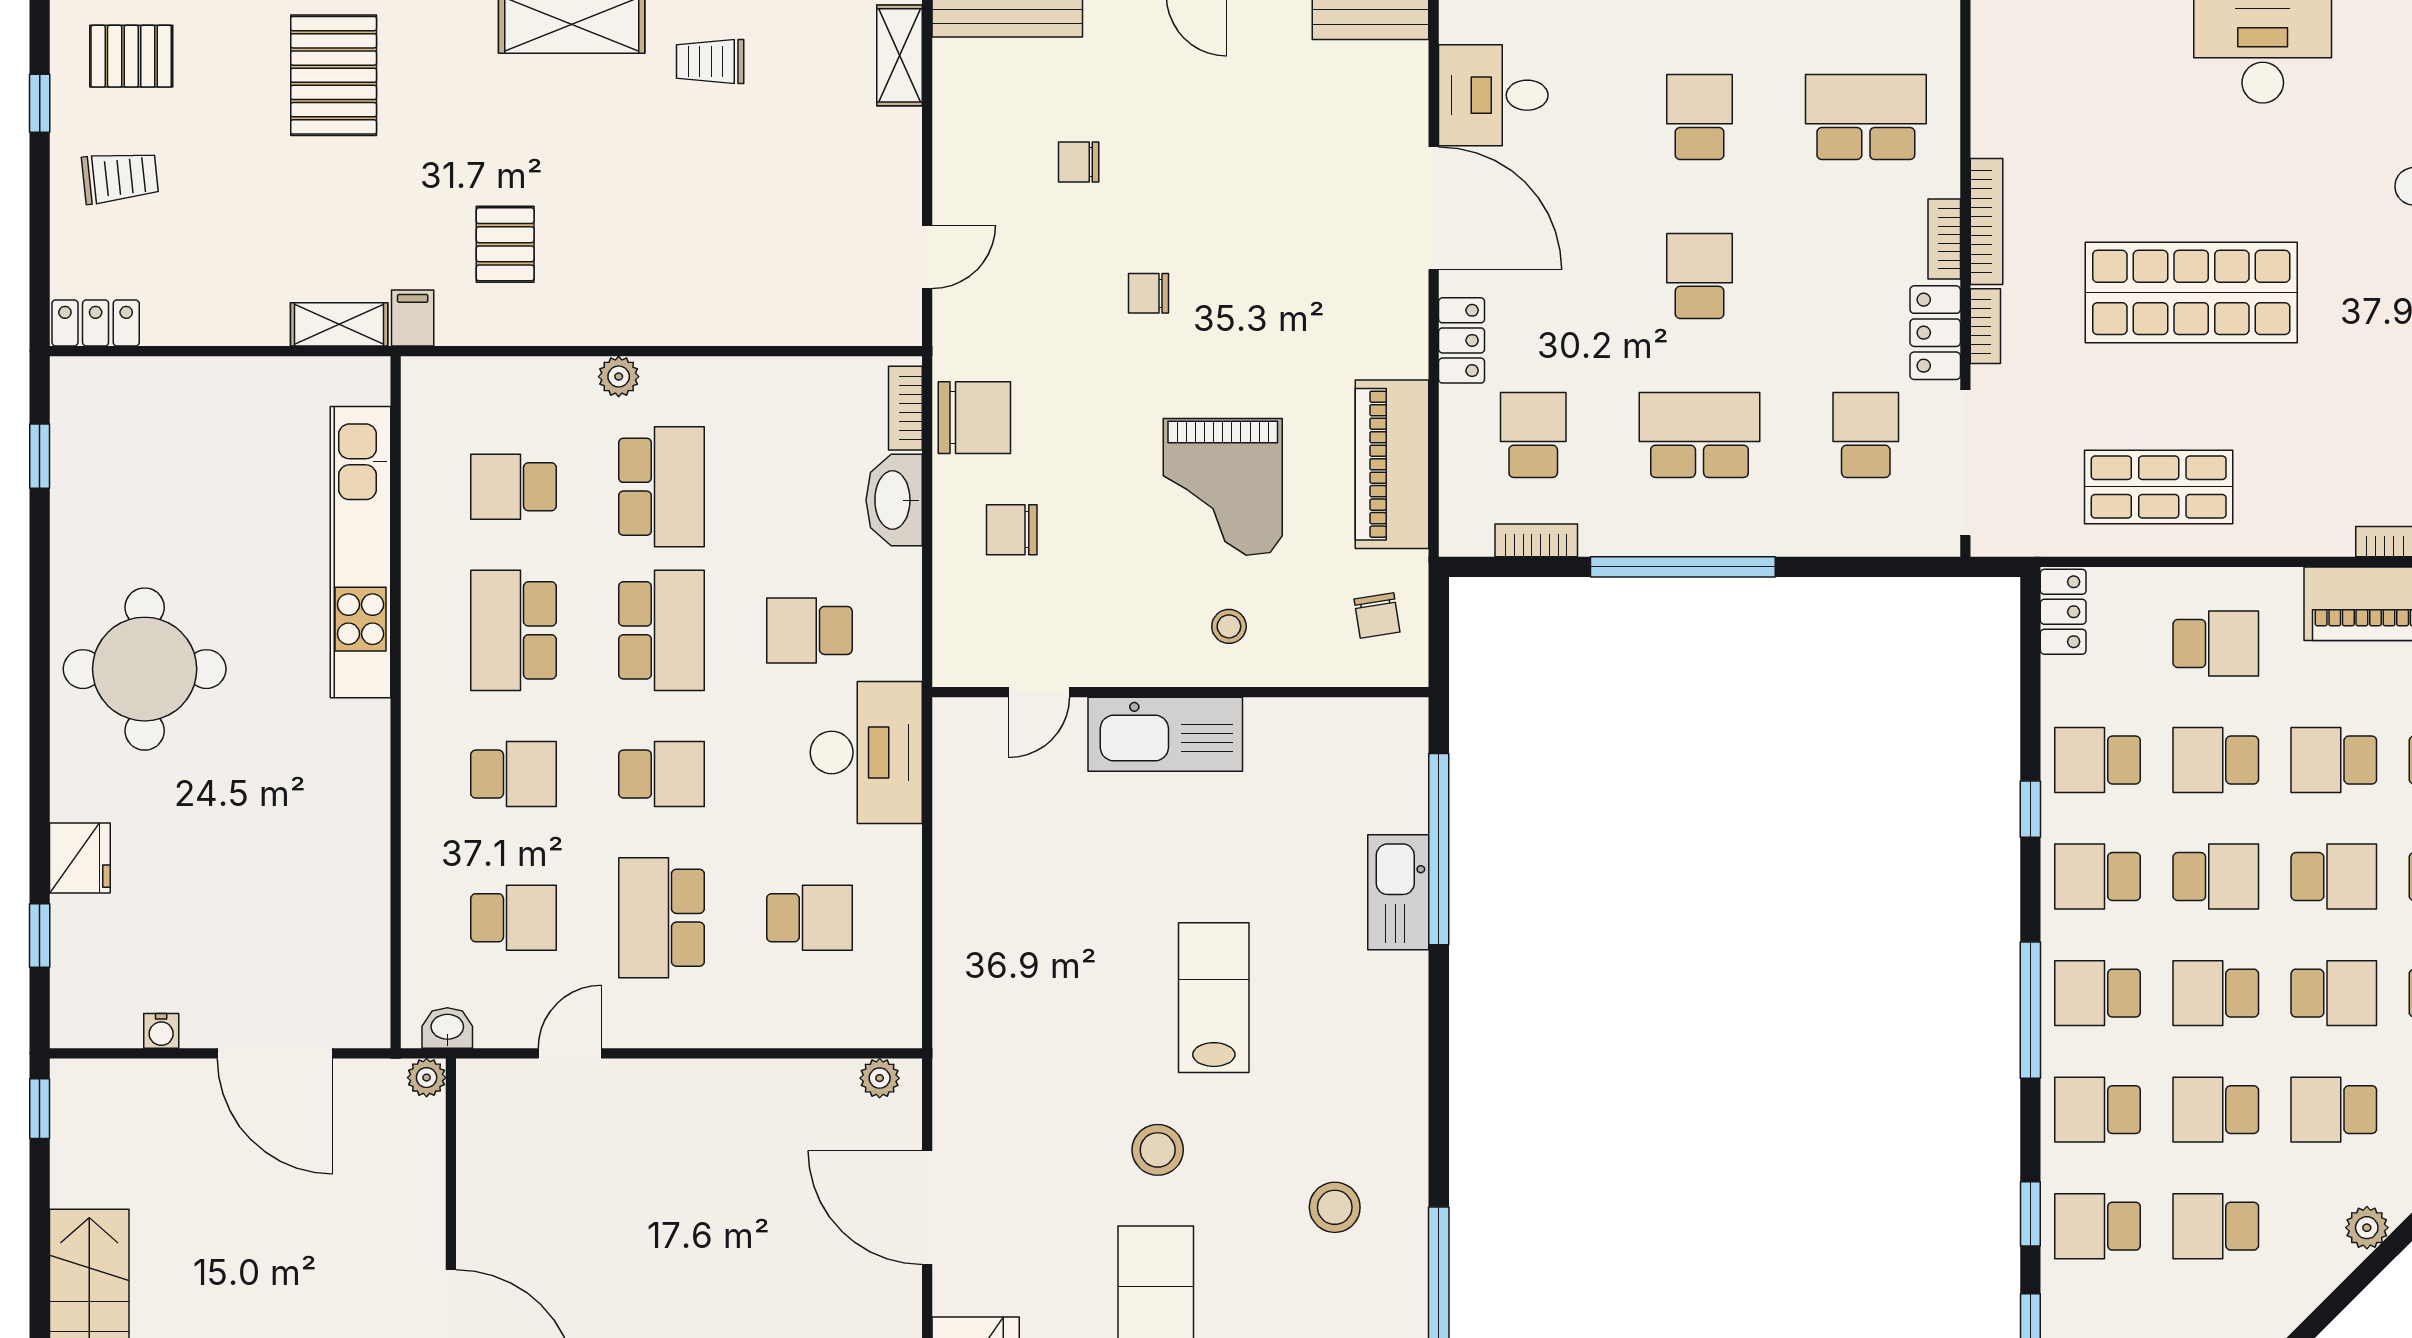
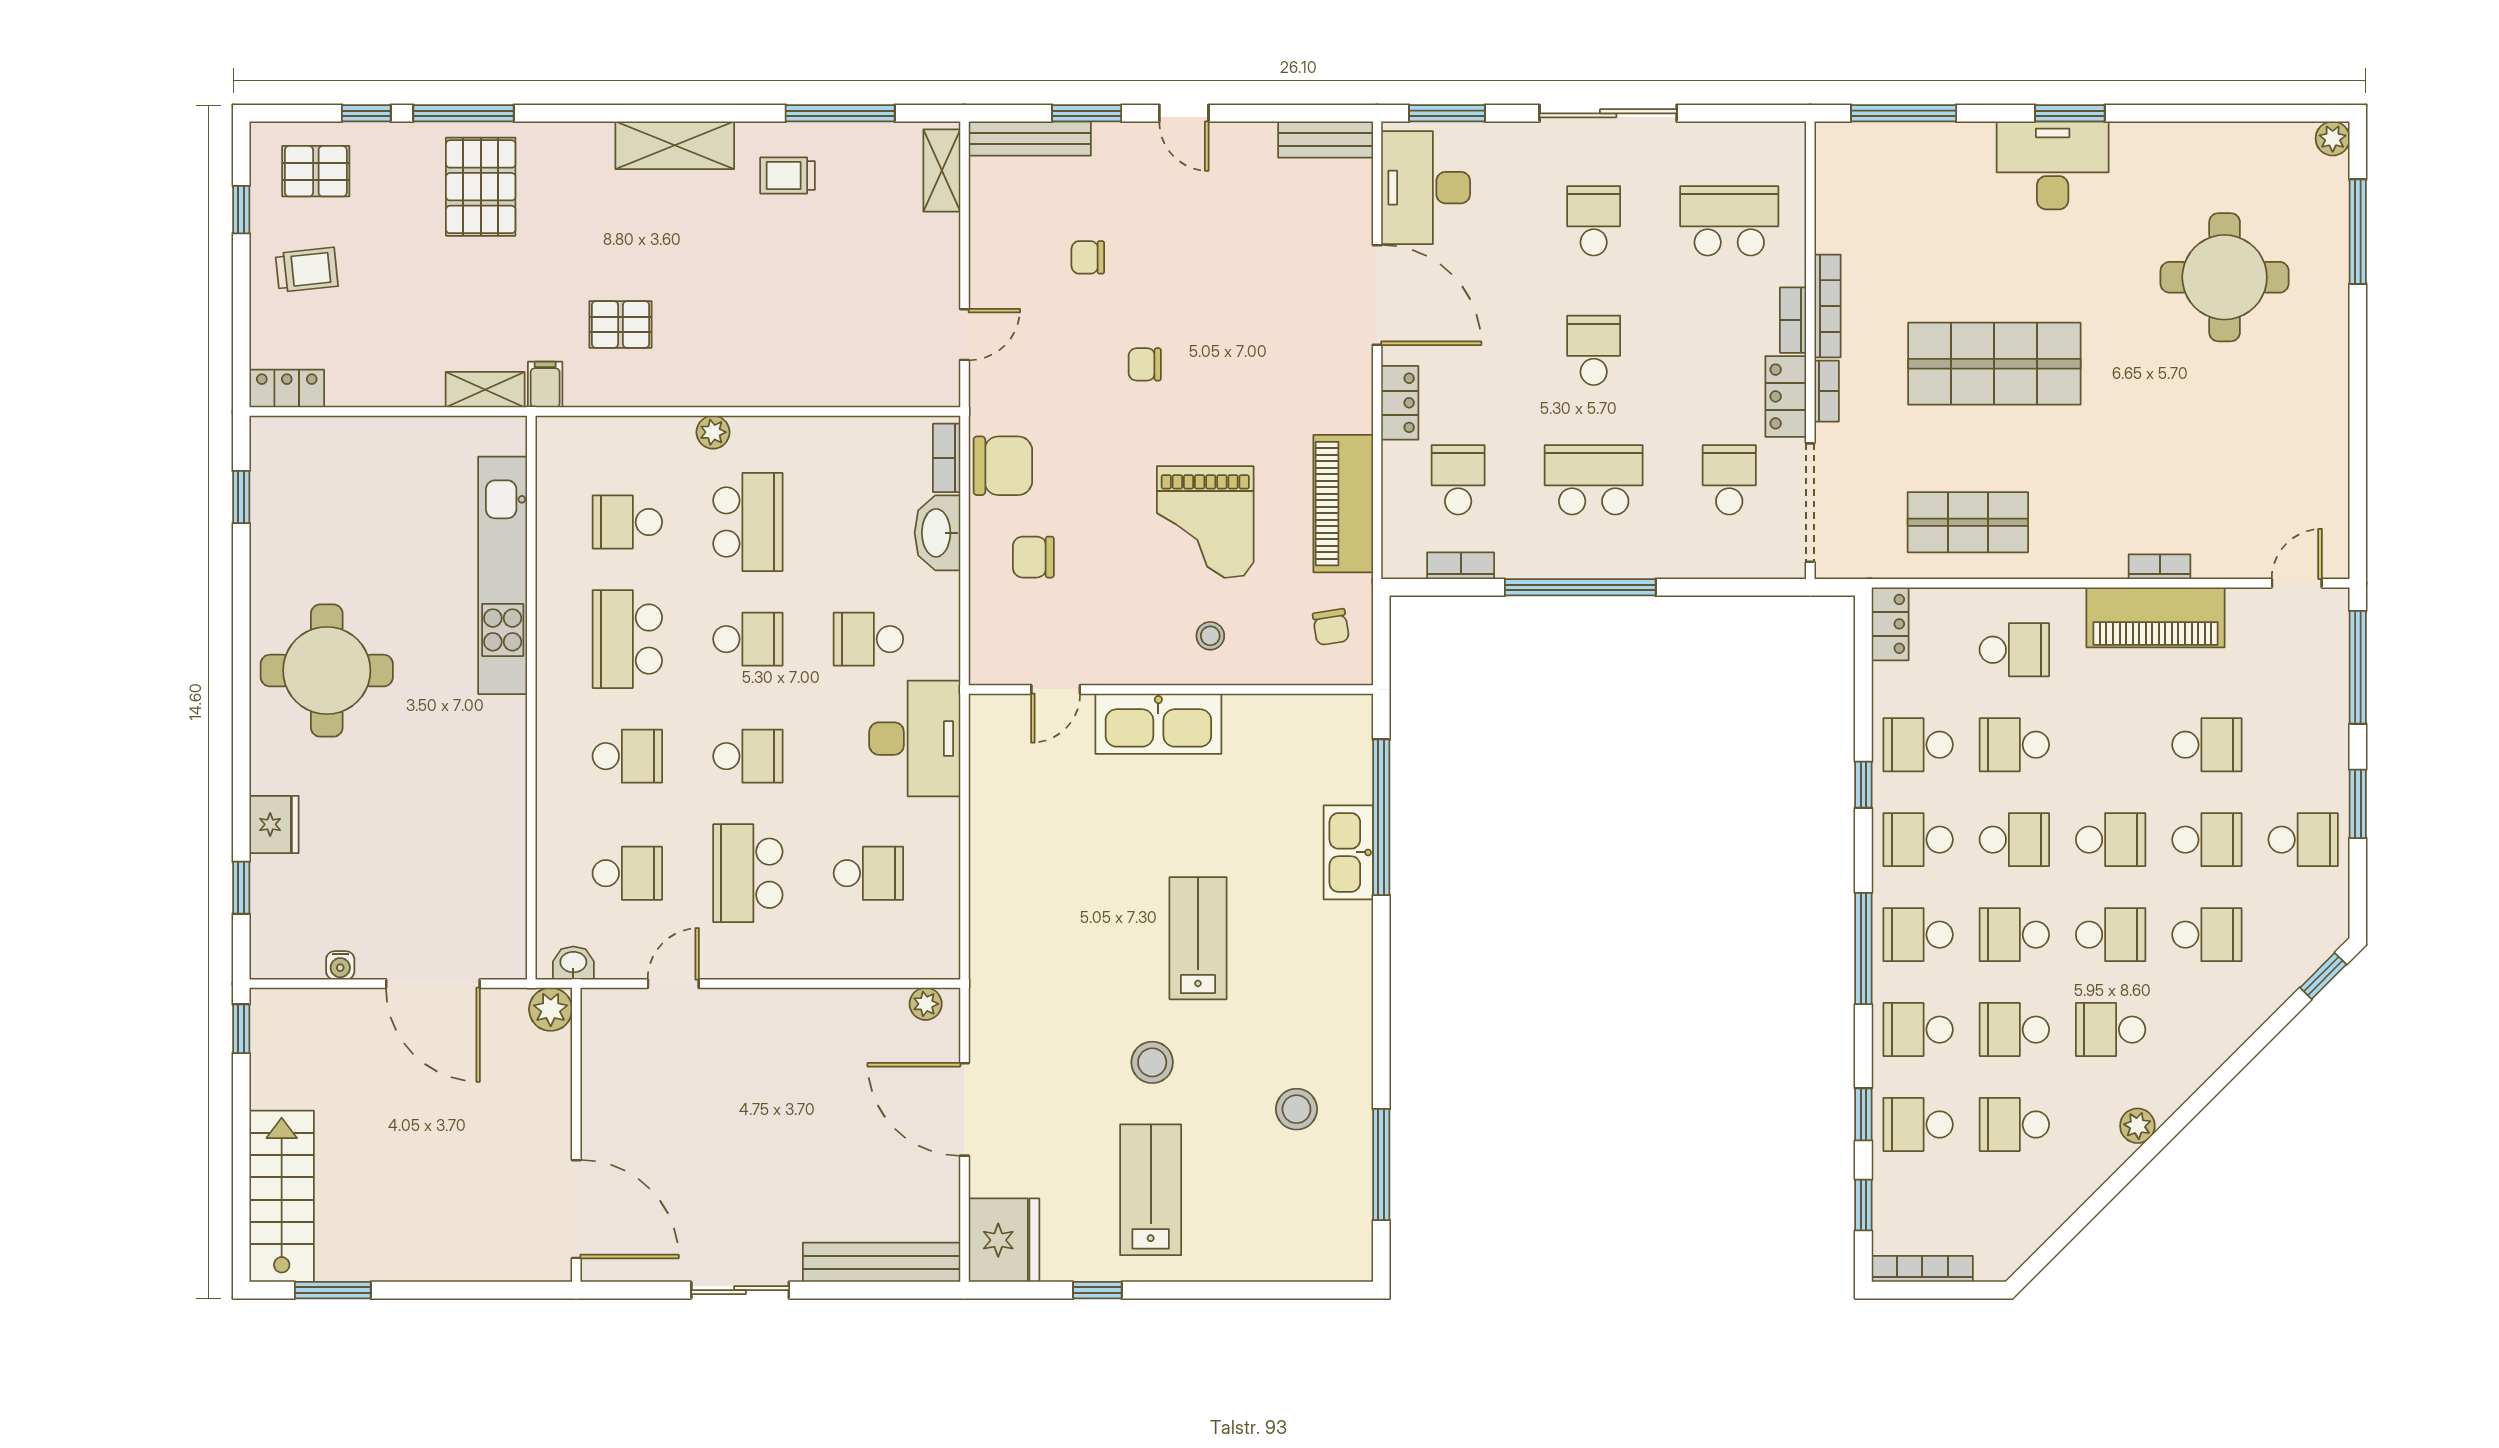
desk: (1493, 95) -> (1426, 188), width x1.37
pallet: (505, 244) -> (620, 324), turned 90
school desk: (661, 630) -> (748, 639), width x0.54
school desk: (2334, 760) -> (2111, 745), removed
plant: (427, 1078) -> (551, 1009), width x1.38, depth x1.38

